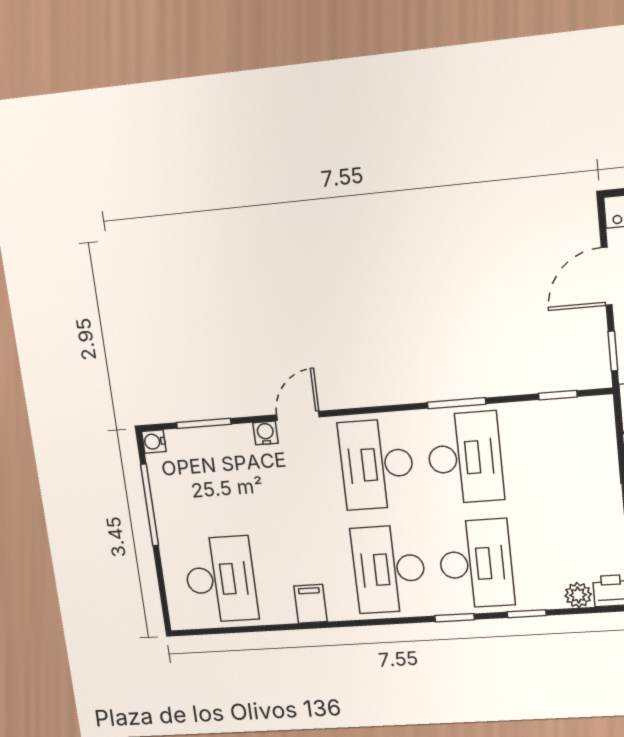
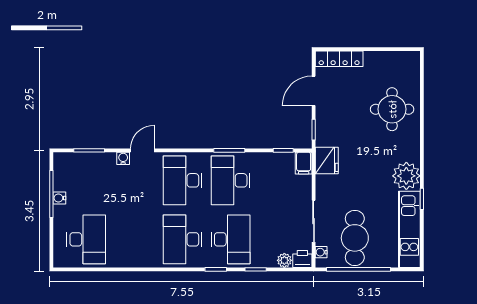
water cooler: (154, 442) -> (59, 198), moved
desk: (465, 458) -> (231, 180), turned 180
filing cabinet: (311, 604) -> (304, 163), moved, turned 180

